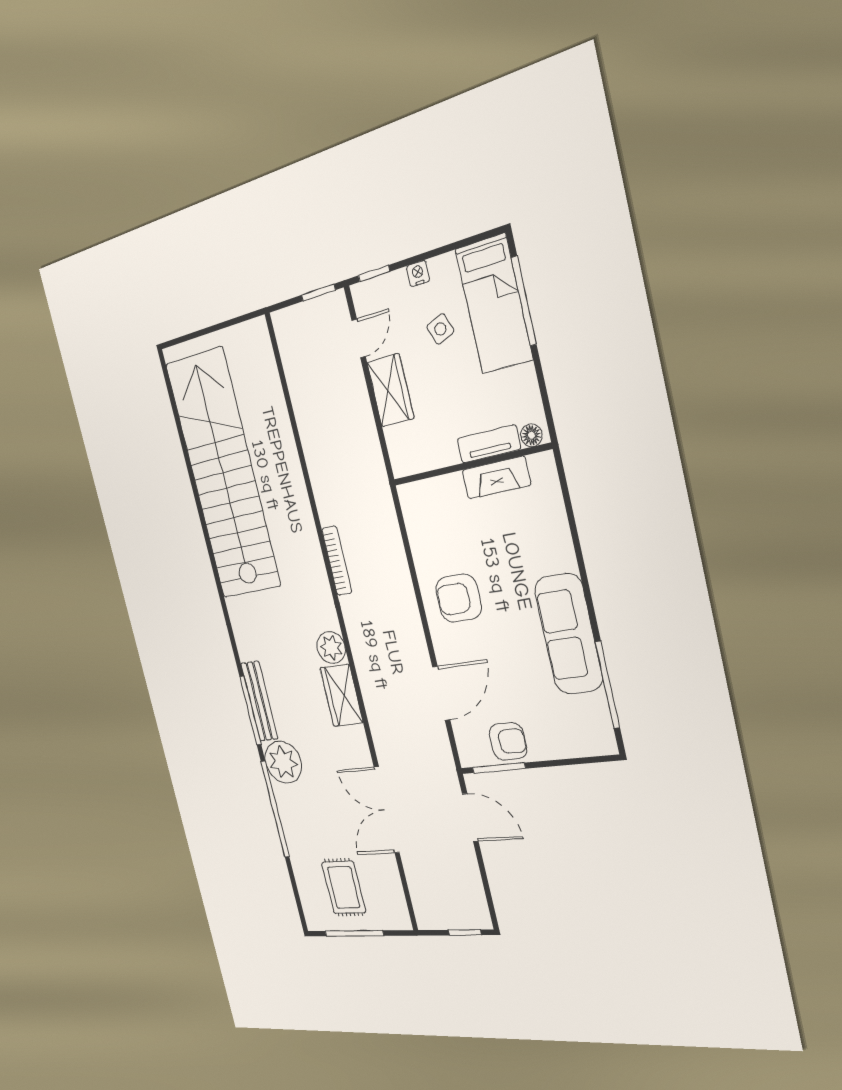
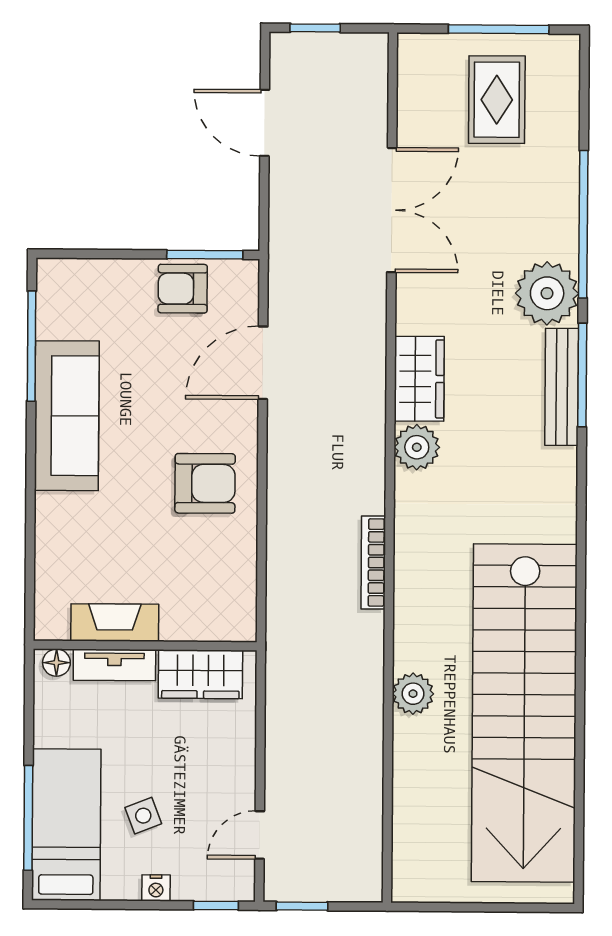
wardrobe: (390, 390) -> (200, 674), moved, turned -90
plant: (290, 472) -> (413, 694), added
door: (470, 818) -> (265, 123), moved

